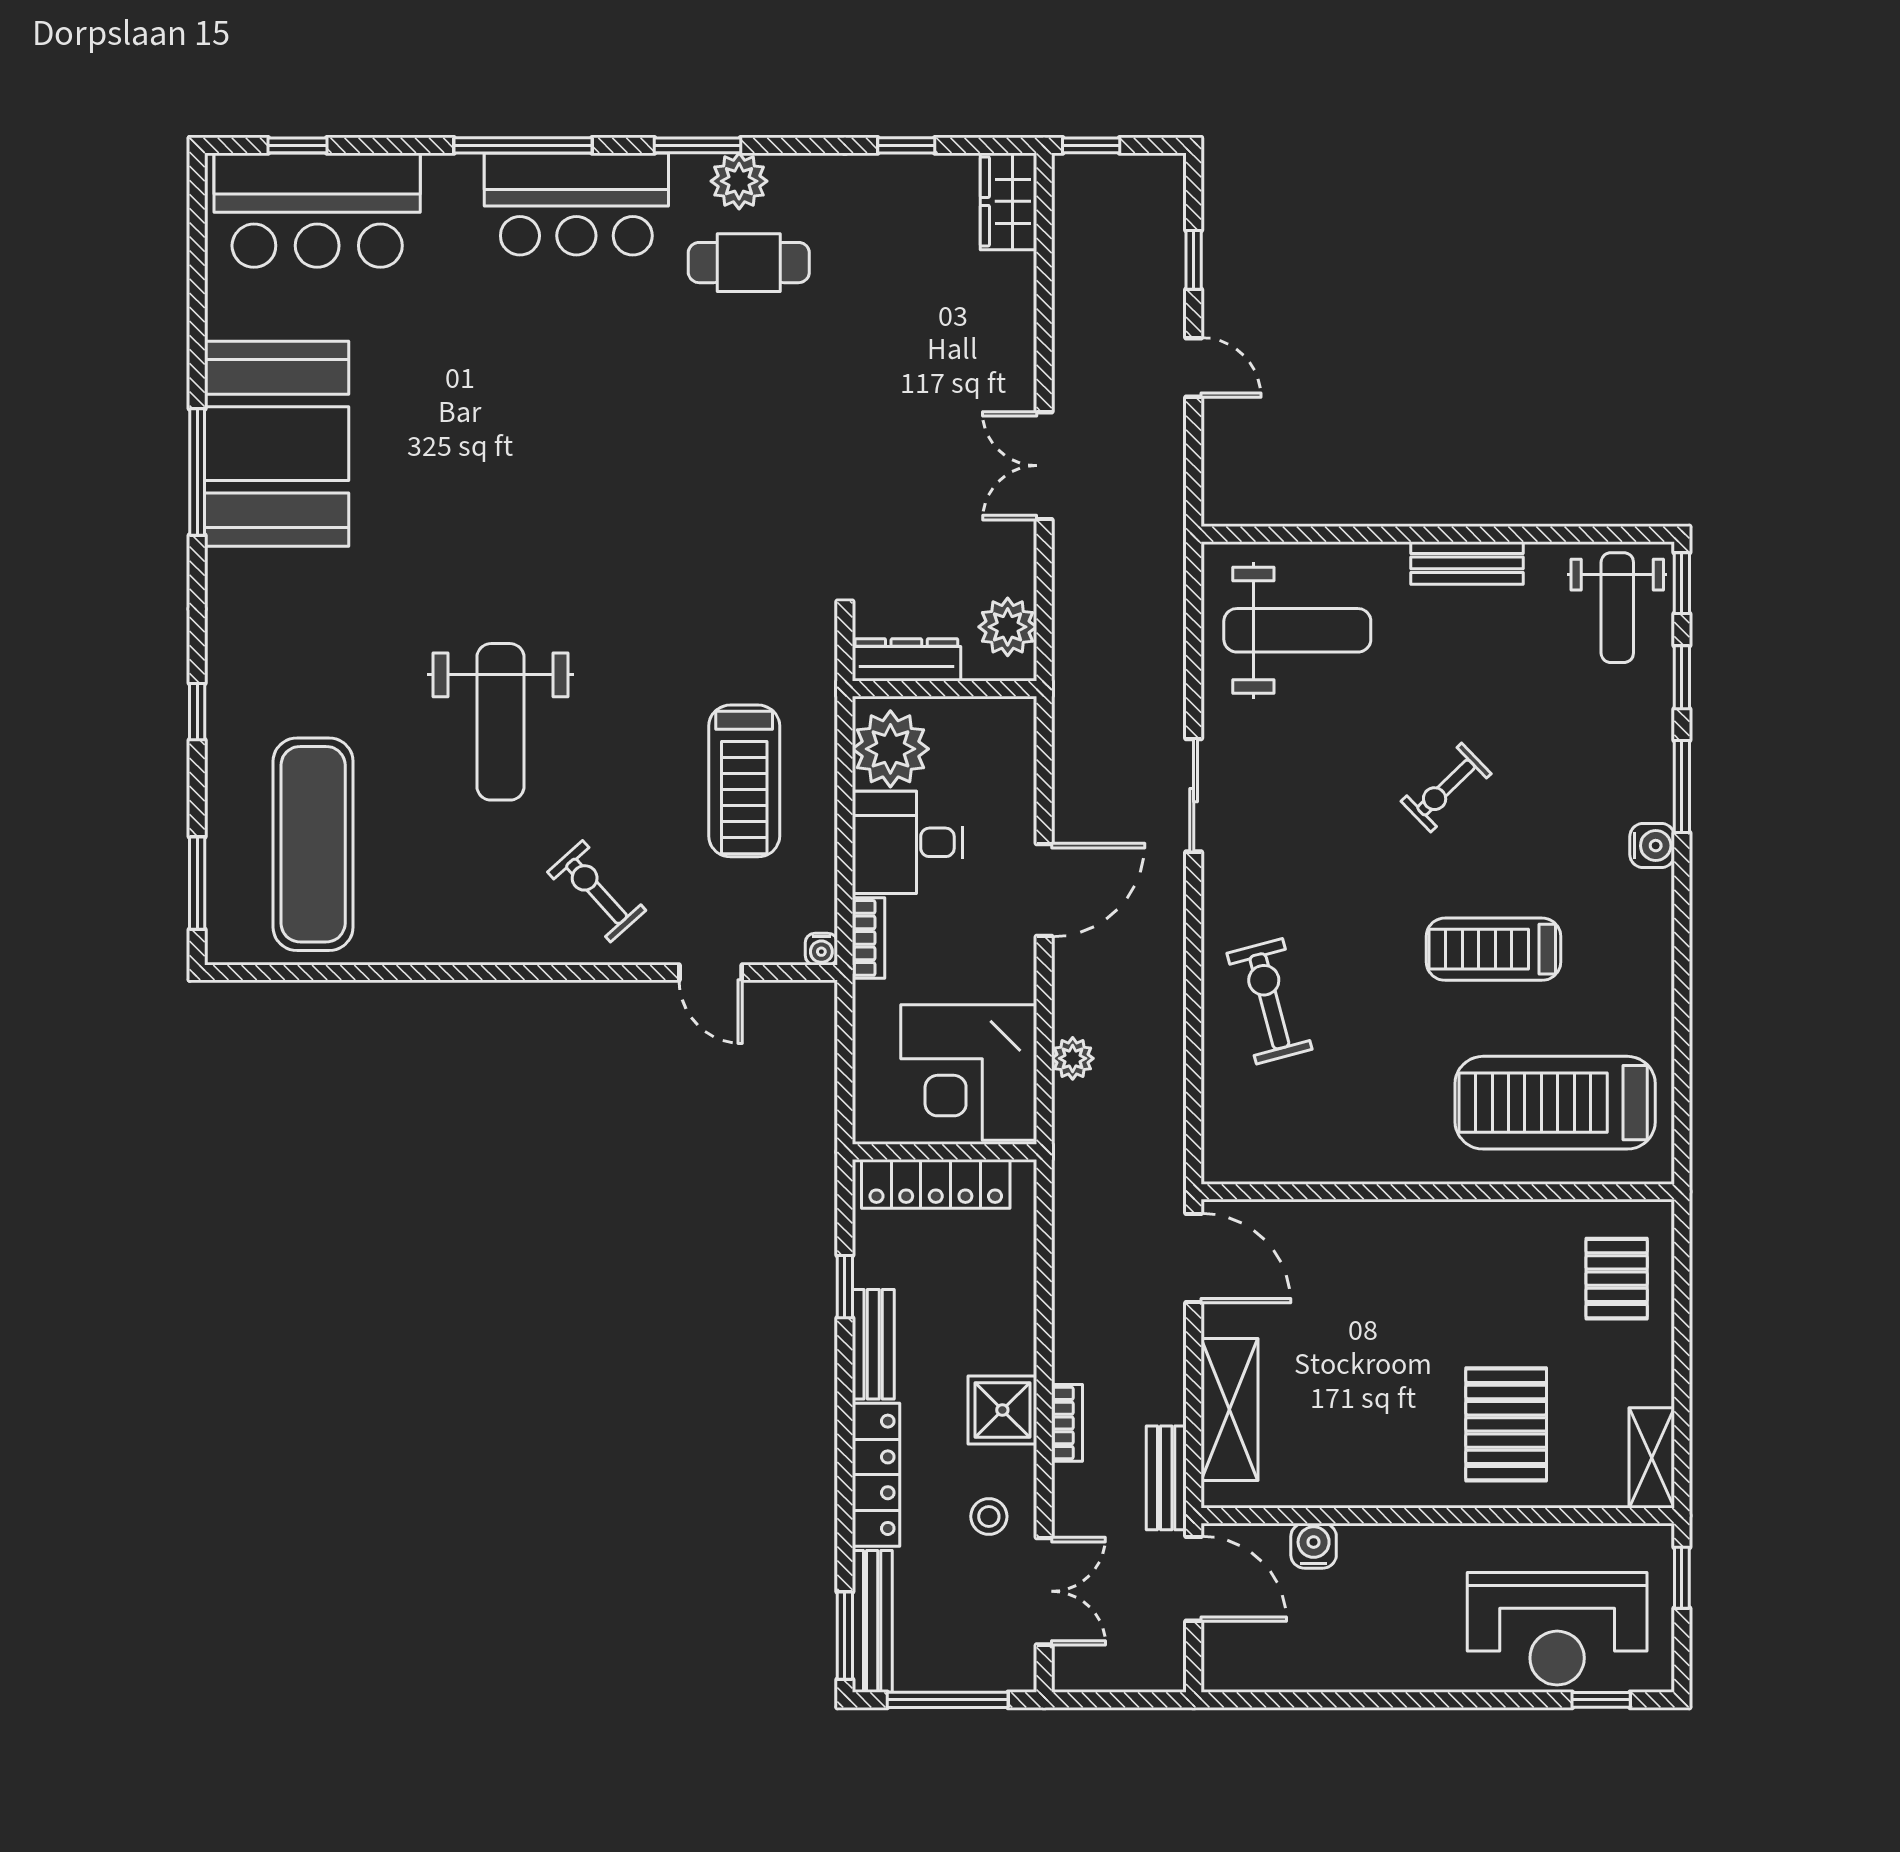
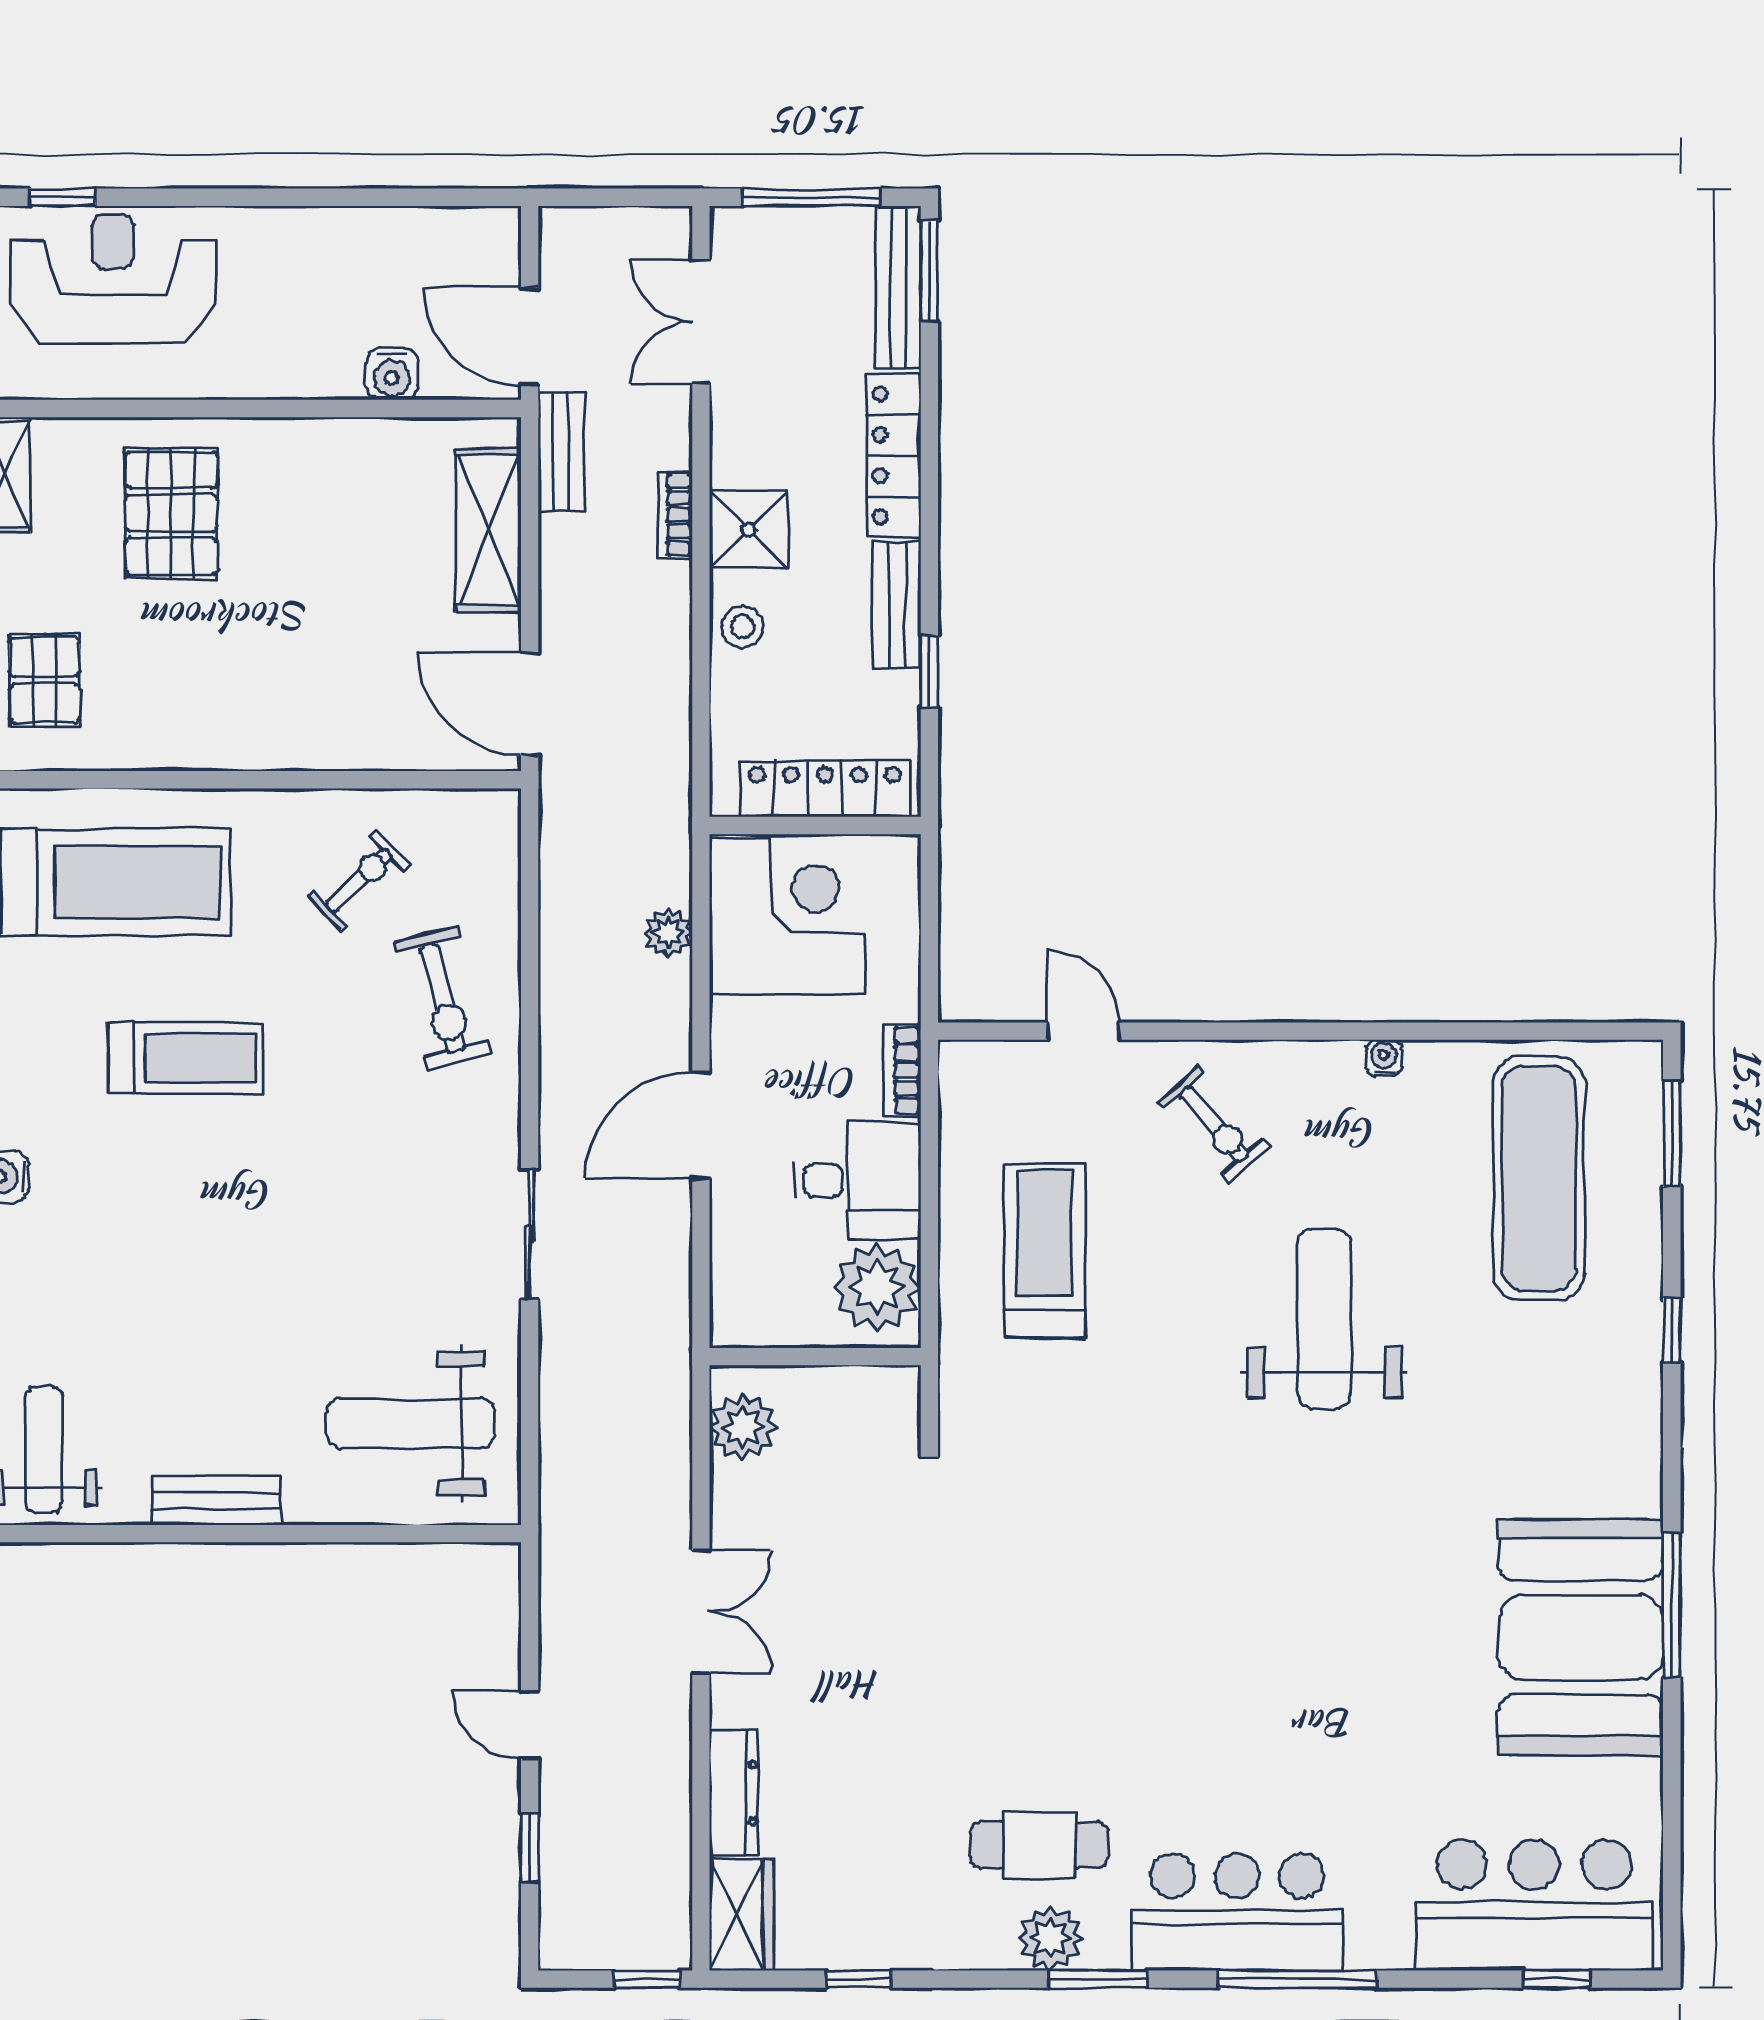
dresser: (906, 660) -> (734, 1793), moved, turned -90
exercise bike: (1446, 788) -> (359, 881), moved
water cooler: (821, 949) -> (1384, 1058), moved
stool: (989, 1516) -> (743, 627), moved

